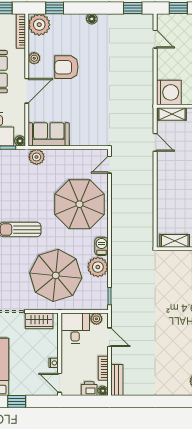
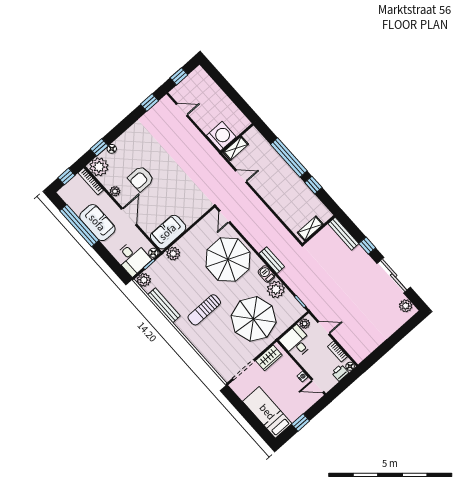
floor lamp: (92, 19) -> (112, 149), moved
bench: (117, 380) -> (272, 260), moved

